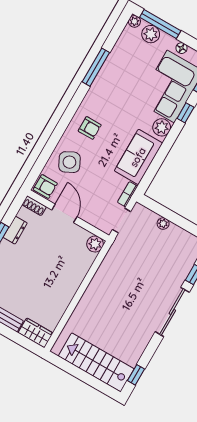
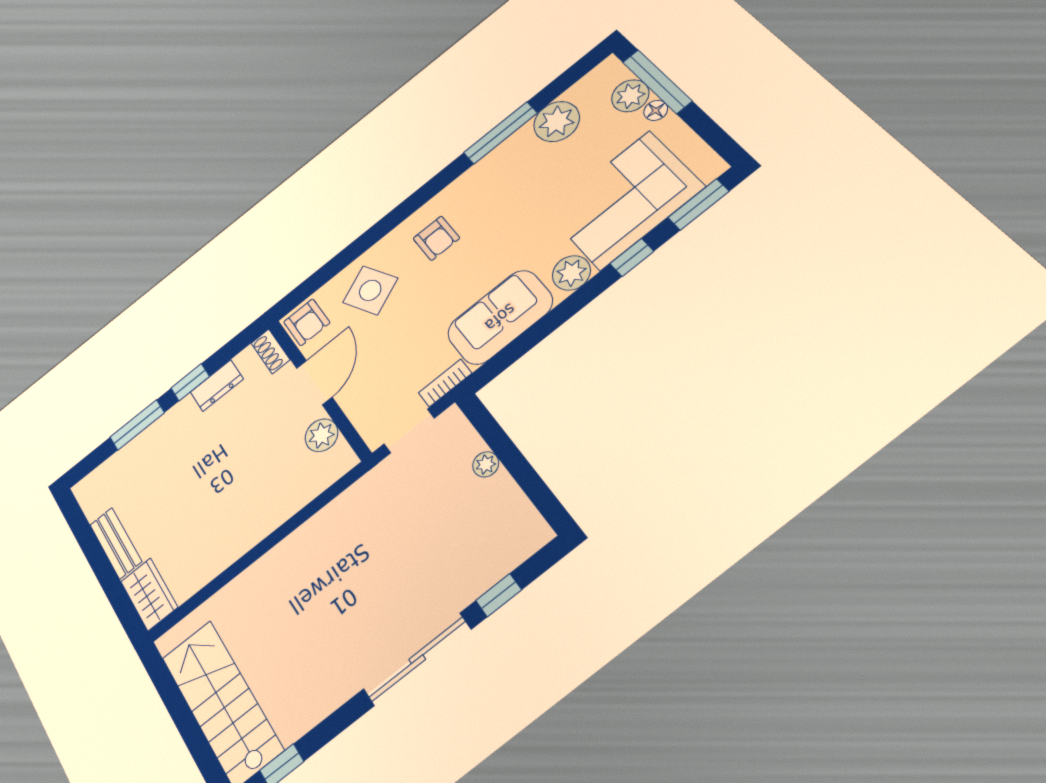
plant: (134, 21) -> (557, 121), moved, width x1.88, depth x1.88
floor lamp: (182, 48) -> (656, 110), moved
plant: (95, 244) -> (321, 435), moved

